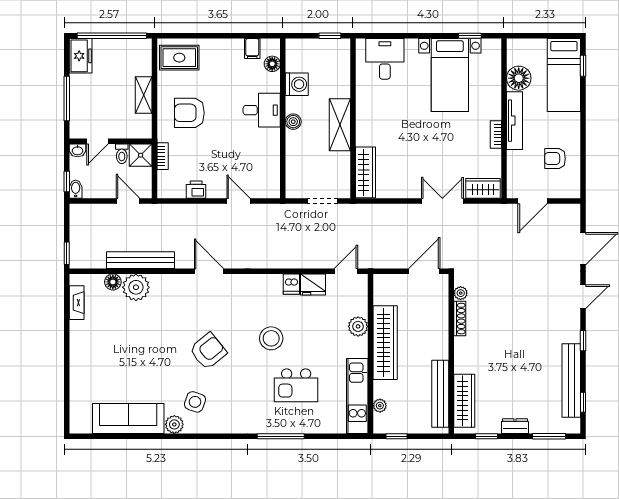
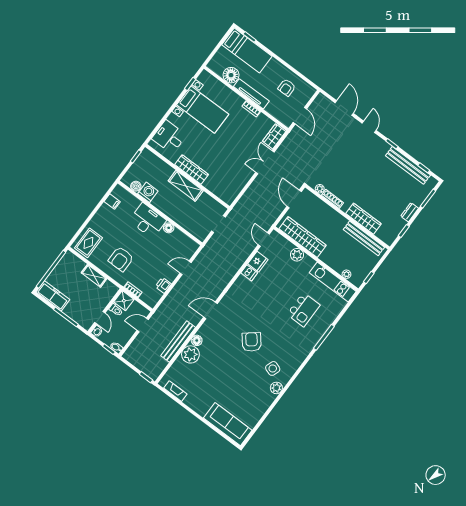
freezer: (81, 56) -> (53, 296), width x1.40
floor lamp: (272, 64) -> (169, 228), moved
desk: (262, 110) -> (148, 221), width x1.37
boiler: (293, 122) -> (136, 186), moved
wardrobe: (365, 172) -> (192, 169), moved
floor lamp: (113, 282) -> (197, 340), moved
stool: (271, 338) -> (269, 304), removed
wardrobe: (385, 343) -> (303, 237), moved
wardrobe: (464, 401) -> (364, 219), moved
sofa: (128, 418) -> (228, 424), moved, turned 90

